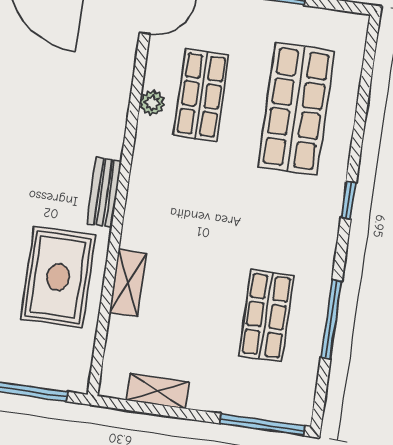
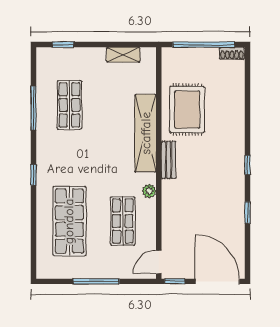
plant: (152, 103) -> (149, 191), moved
shelving: (128, 283) -> (146, 133), width x2.20, depth x1.33
window: (262, 425) -> (63, 45), width x0.46

